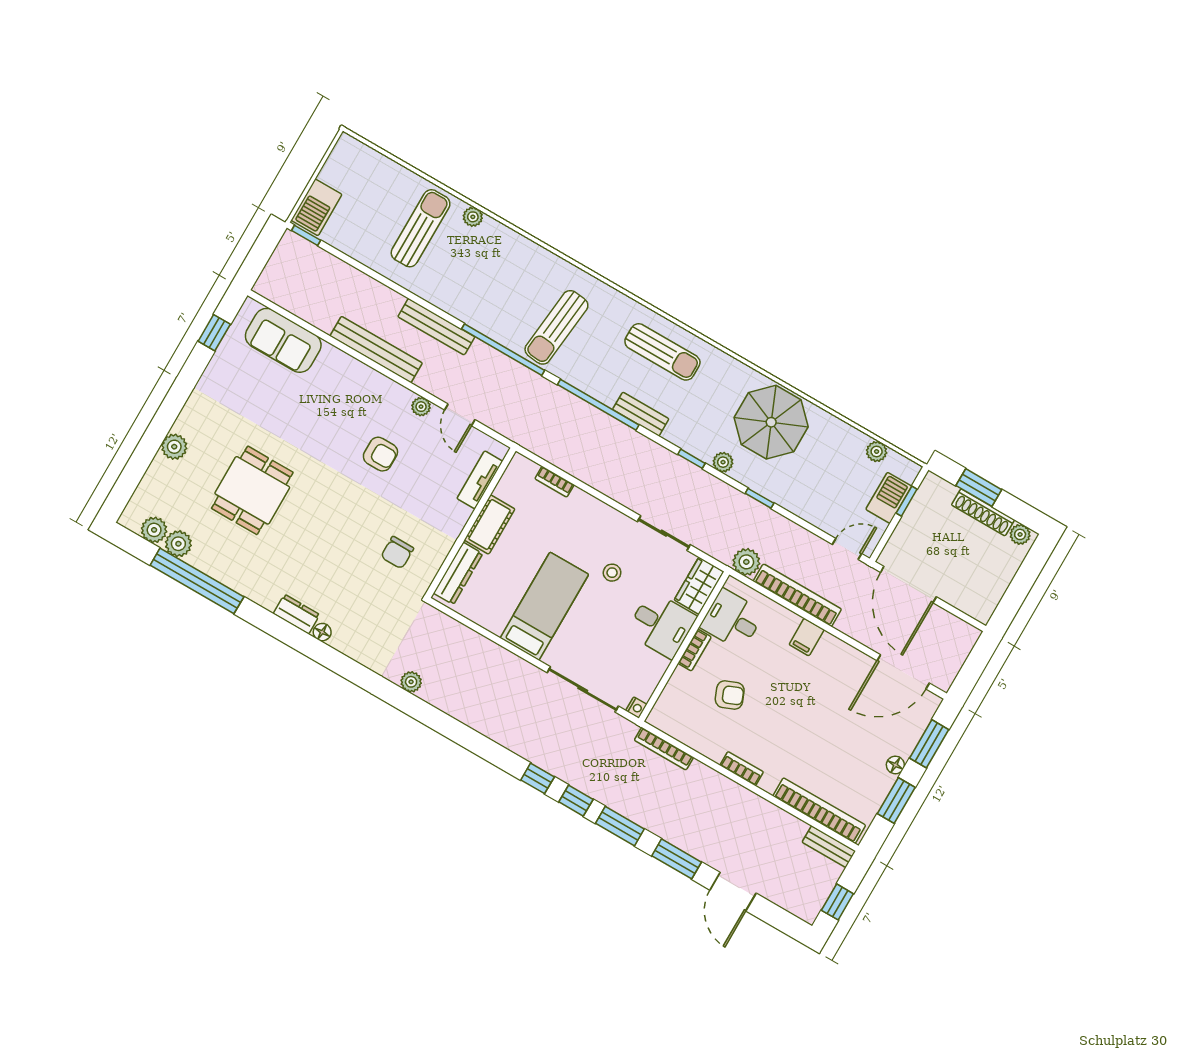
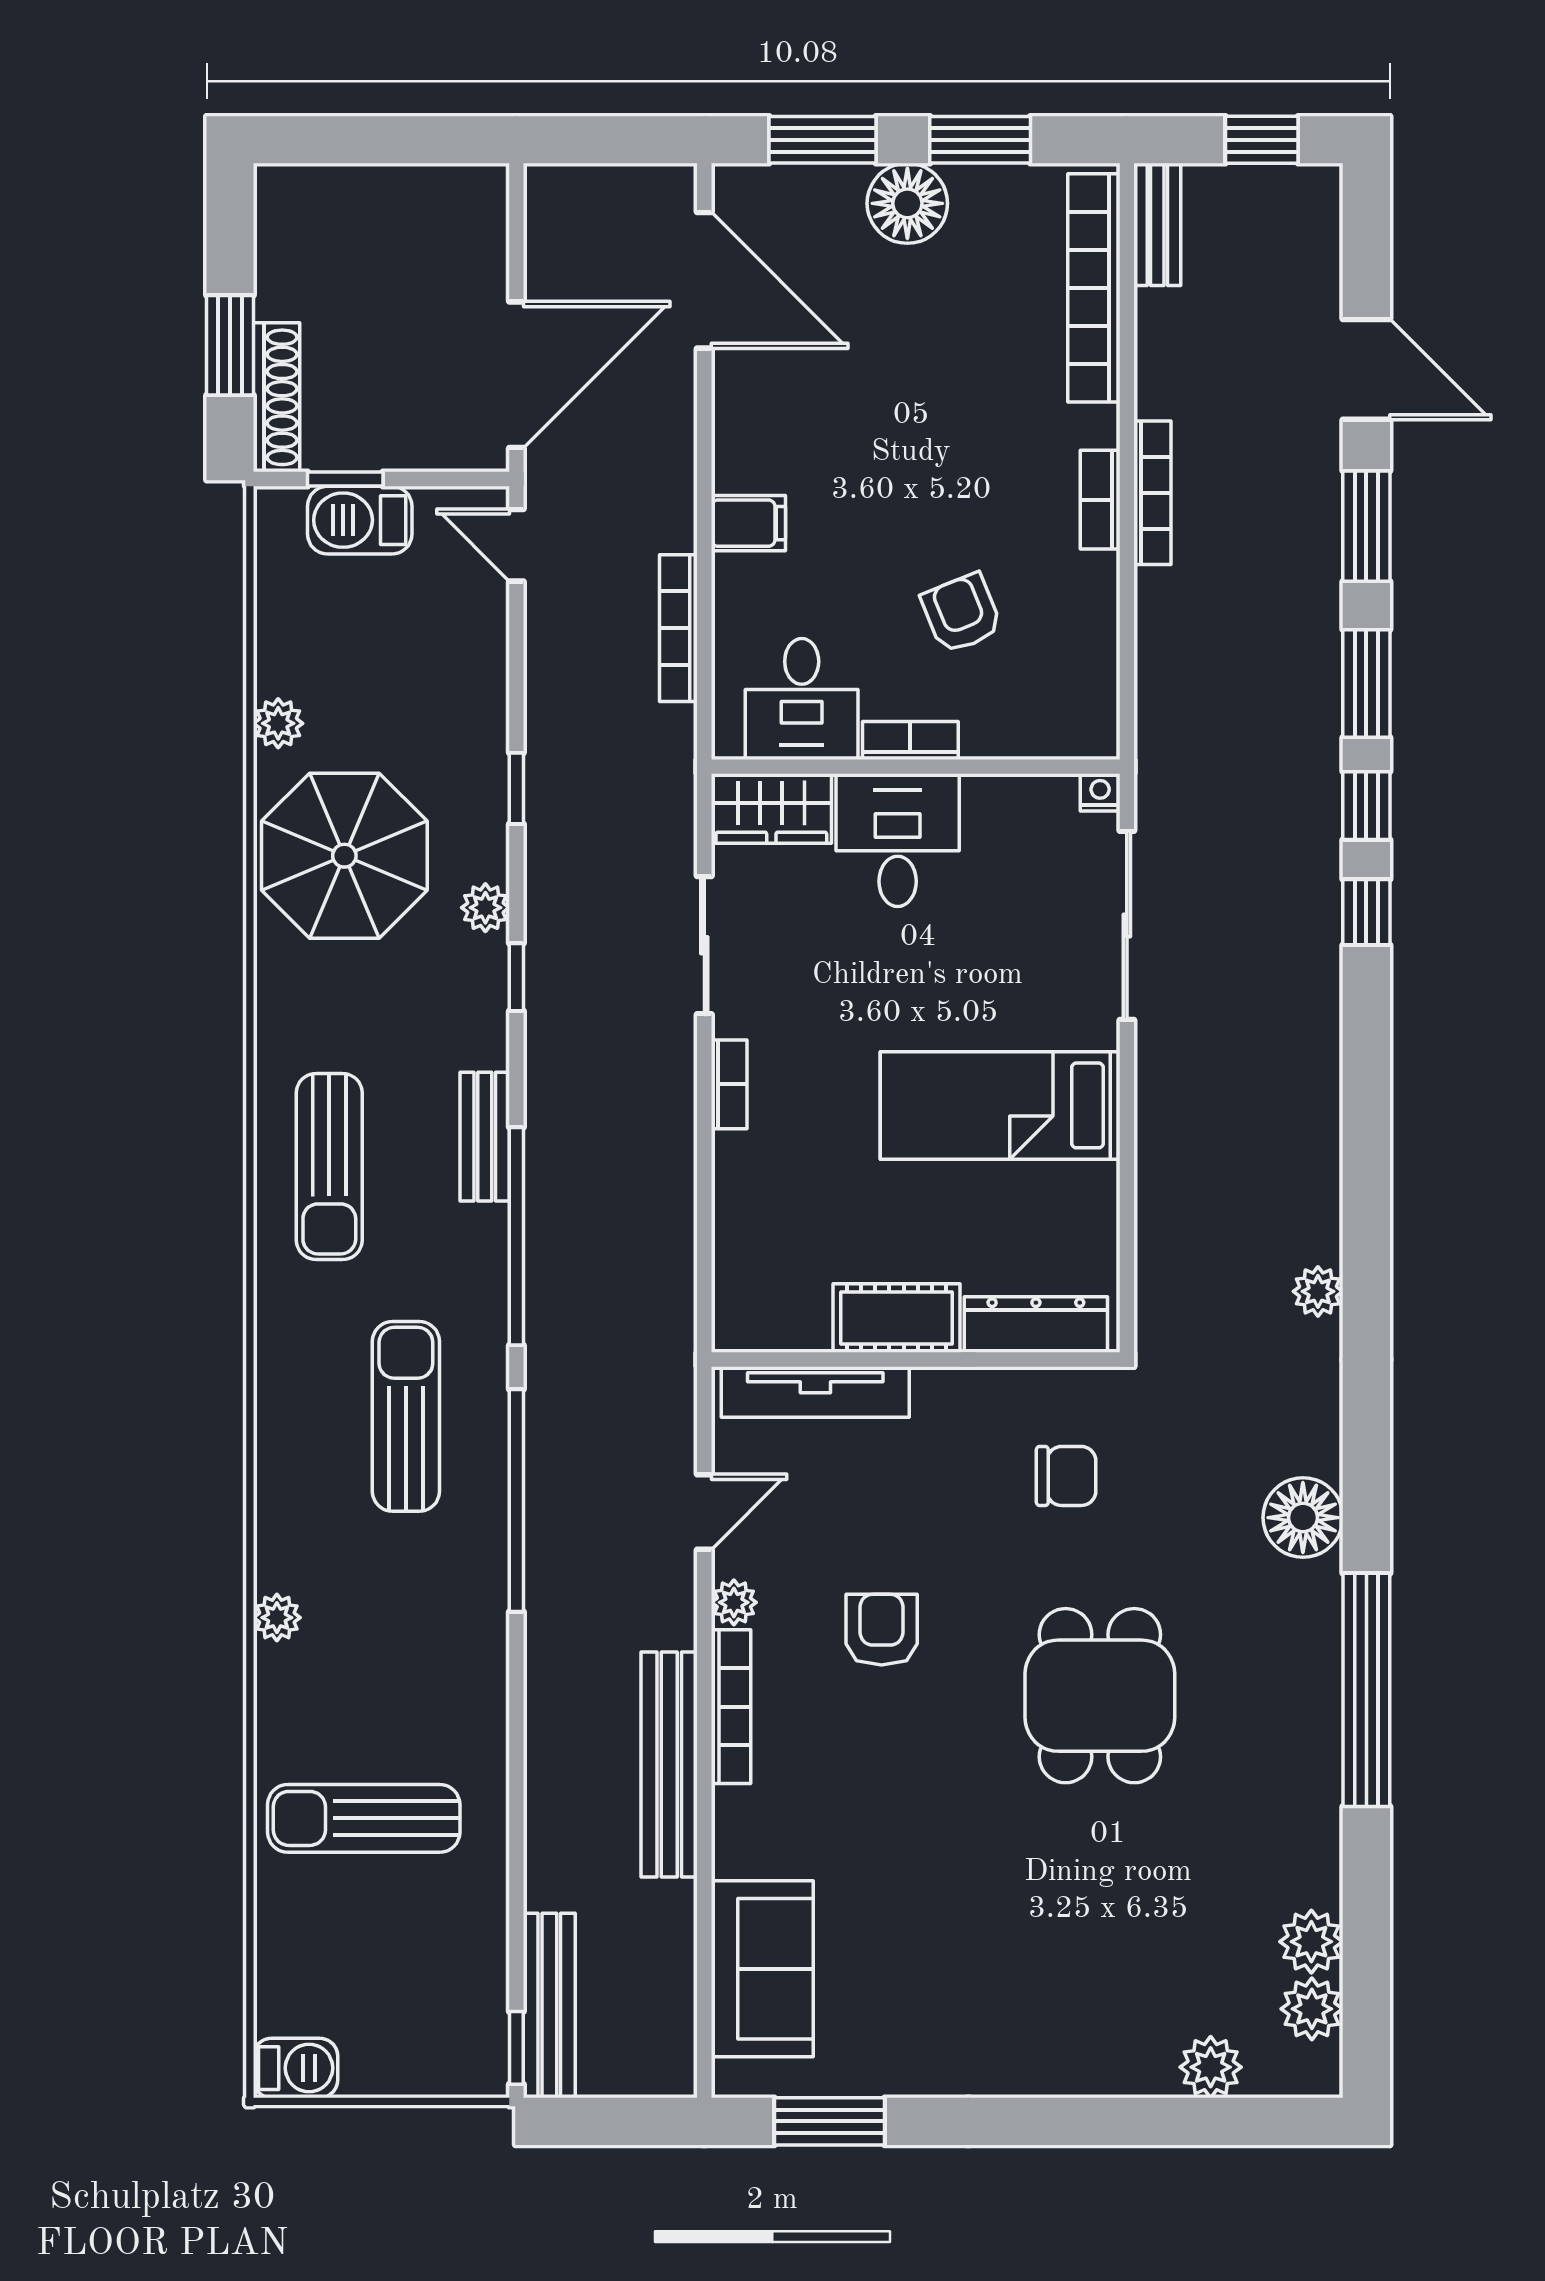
barbecue: (316, 207) -> (296, 2068), moved, width x0.73, depth x0.79
plant: (473, 217) -> (277, 1618), moved
bench: (436, 327) -> (549, 2006), moved
sun lounger: (556, 327) -> (406, 1416), turned -96
window: (214, 333) -> (830, 2121), width x1.50
sun lounger: (662, 352) -> (329, 1167), turned 180
bookcase: (384, 384) -> (731, 1707), added
plant: (174, 447) -> (1211, 2067), moved
plant: (877, 451) -> (278, 723), moved
tv unit: (480, 480) -> (815, 1392), width x1.41
bookcase: (555, 482) -> (729, 1084), moved
dining table: (252, 490) -> (1100, 1696), moved, turned 90
shoe rack: (983, 512) -> (277, 397), moved
plant: (1020, 534) -> (278, 203), removed
plant: (746, 562) -> (665, 739), removed
stool: (612, 573) -> (849, 1005), removed
window: (197, 581) -> (1366, 1690), moved
bookcase: (797, 595) -> (678, 628), width x0.68, depth x0.76
dresser: (297, 614) -> (1315, 1611), removed
floor lamp: (322, 632) -> (1303, 1518), width x1.89, depth x1.89
bookcase: (664, 749) -> (1152, 493), moved
floor lamp: (895, 765) -> (907, 203), width x1.89, depth x1.89
door: (733, 892) -> (1366, 369), hinge flipped

